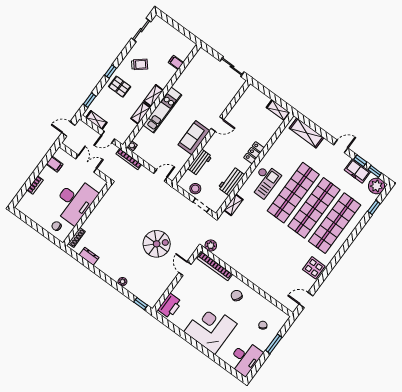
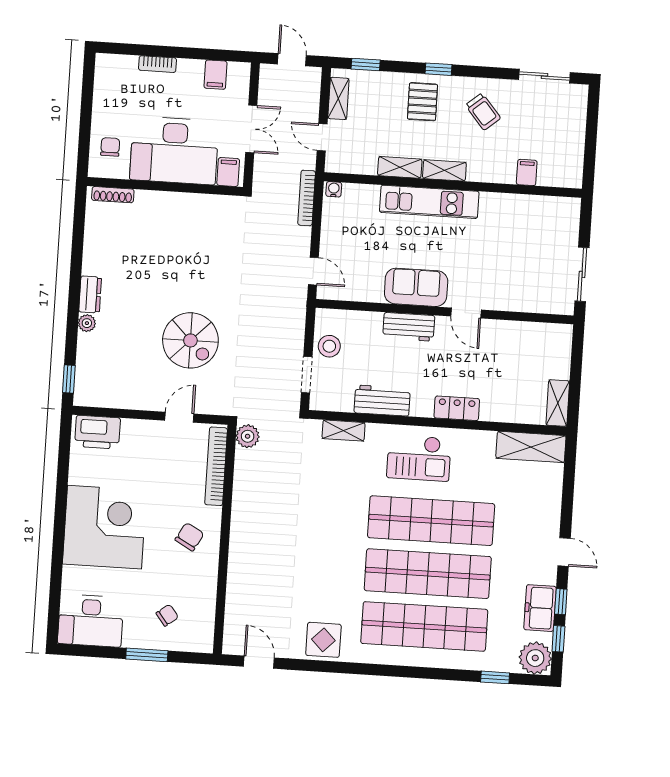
shelving: (307, 133) -> (531, 447), moved, turned 90
workbench: (200, 162) -> (409, 327), moved
filing cabinet: (98, 184) -> (228, 172), added
dresser: (89, 256) -> (90, 294), moved

